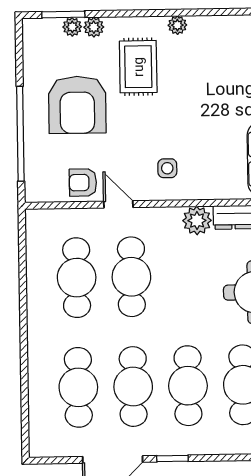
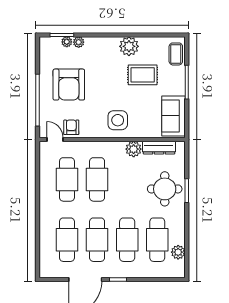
plant: (177, 25) -> (129, 46), width x1.88, depth x1.88
rug: (138, 67) -> (143, 75), moved, turned 90
side table: (167, 168) -> (118, 120), width x1.87, depth x1.87
armchair: (83, 183) -> (71, 127), turned 90
door: (118, 204) -> (55, 140), moved

